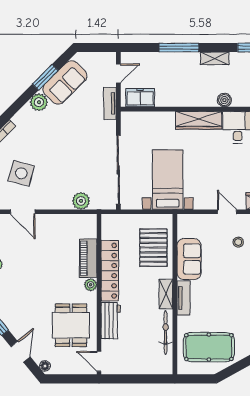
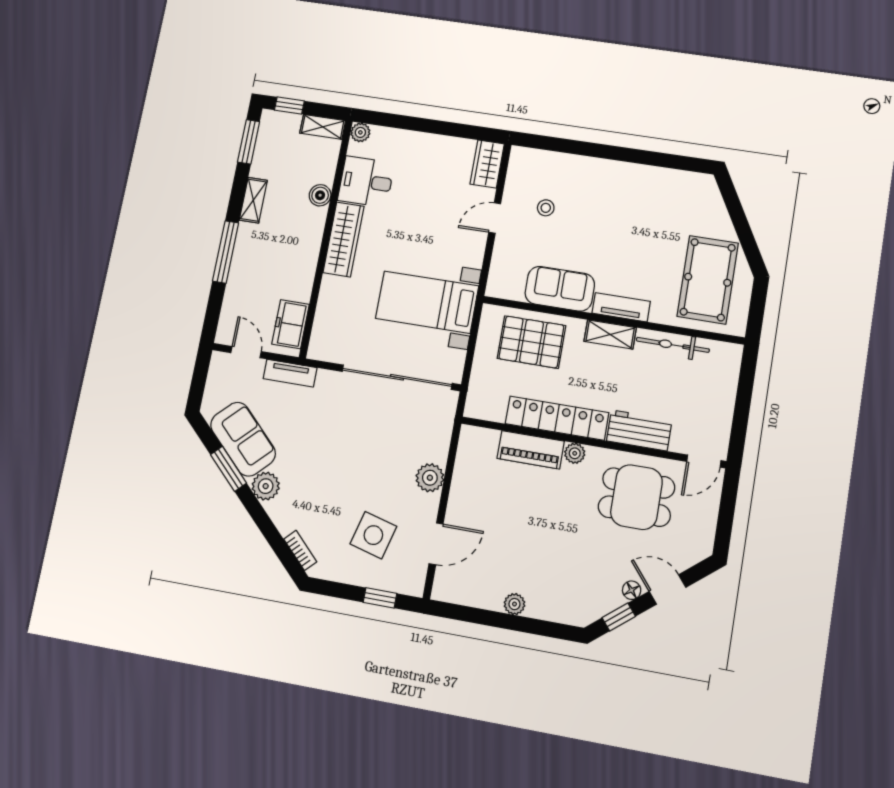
plant: (81, 201) -> (430, 478), moved
floor lamp: (45, 366) -> (632, 590), moved

